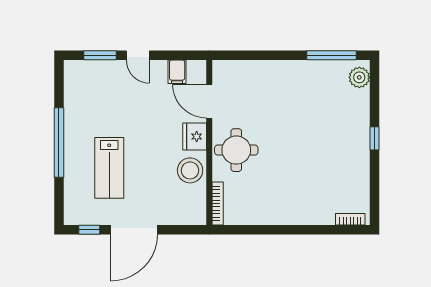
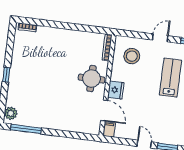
filing cabinet: (177, 72) -> (109, 129), moved
stool: (190, 170) -> (132, 56), moved
door: (134, 230) -> (160, 38), width x0.53

